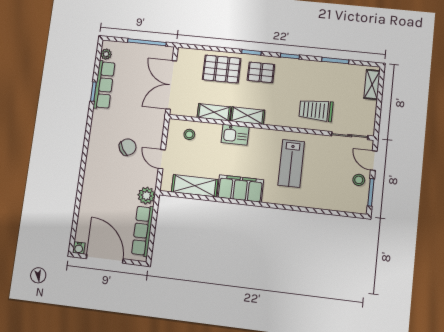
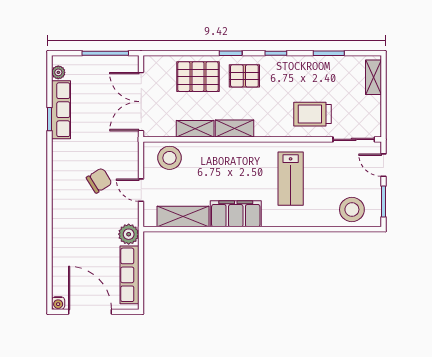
stool: (189, 134) -> (169, 158), width x1.89, depth x1.89
kitchen sink: (235, 135) -> (223, 152), removed
stool: (359, 180) -> (352, 210), moved, width x1.89, depth x1.89

